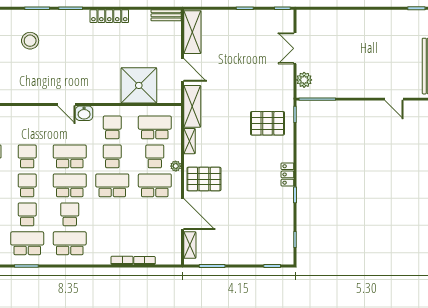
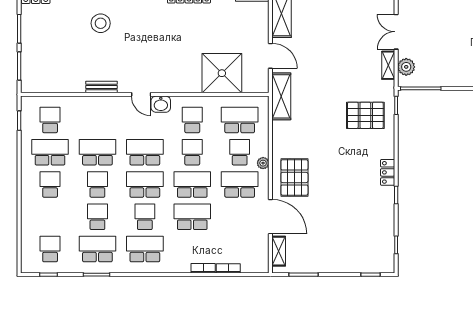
bench: (31, 98) -> (102, 87), added
shelving: (189, 141) -> (388, 65), moved
school desk: (27, 156) -> (97, 152), width x1.85
pallet: (204, 179) -> (294, 177), turned 90
school desk: (112, 214) -> (192, 217), added

